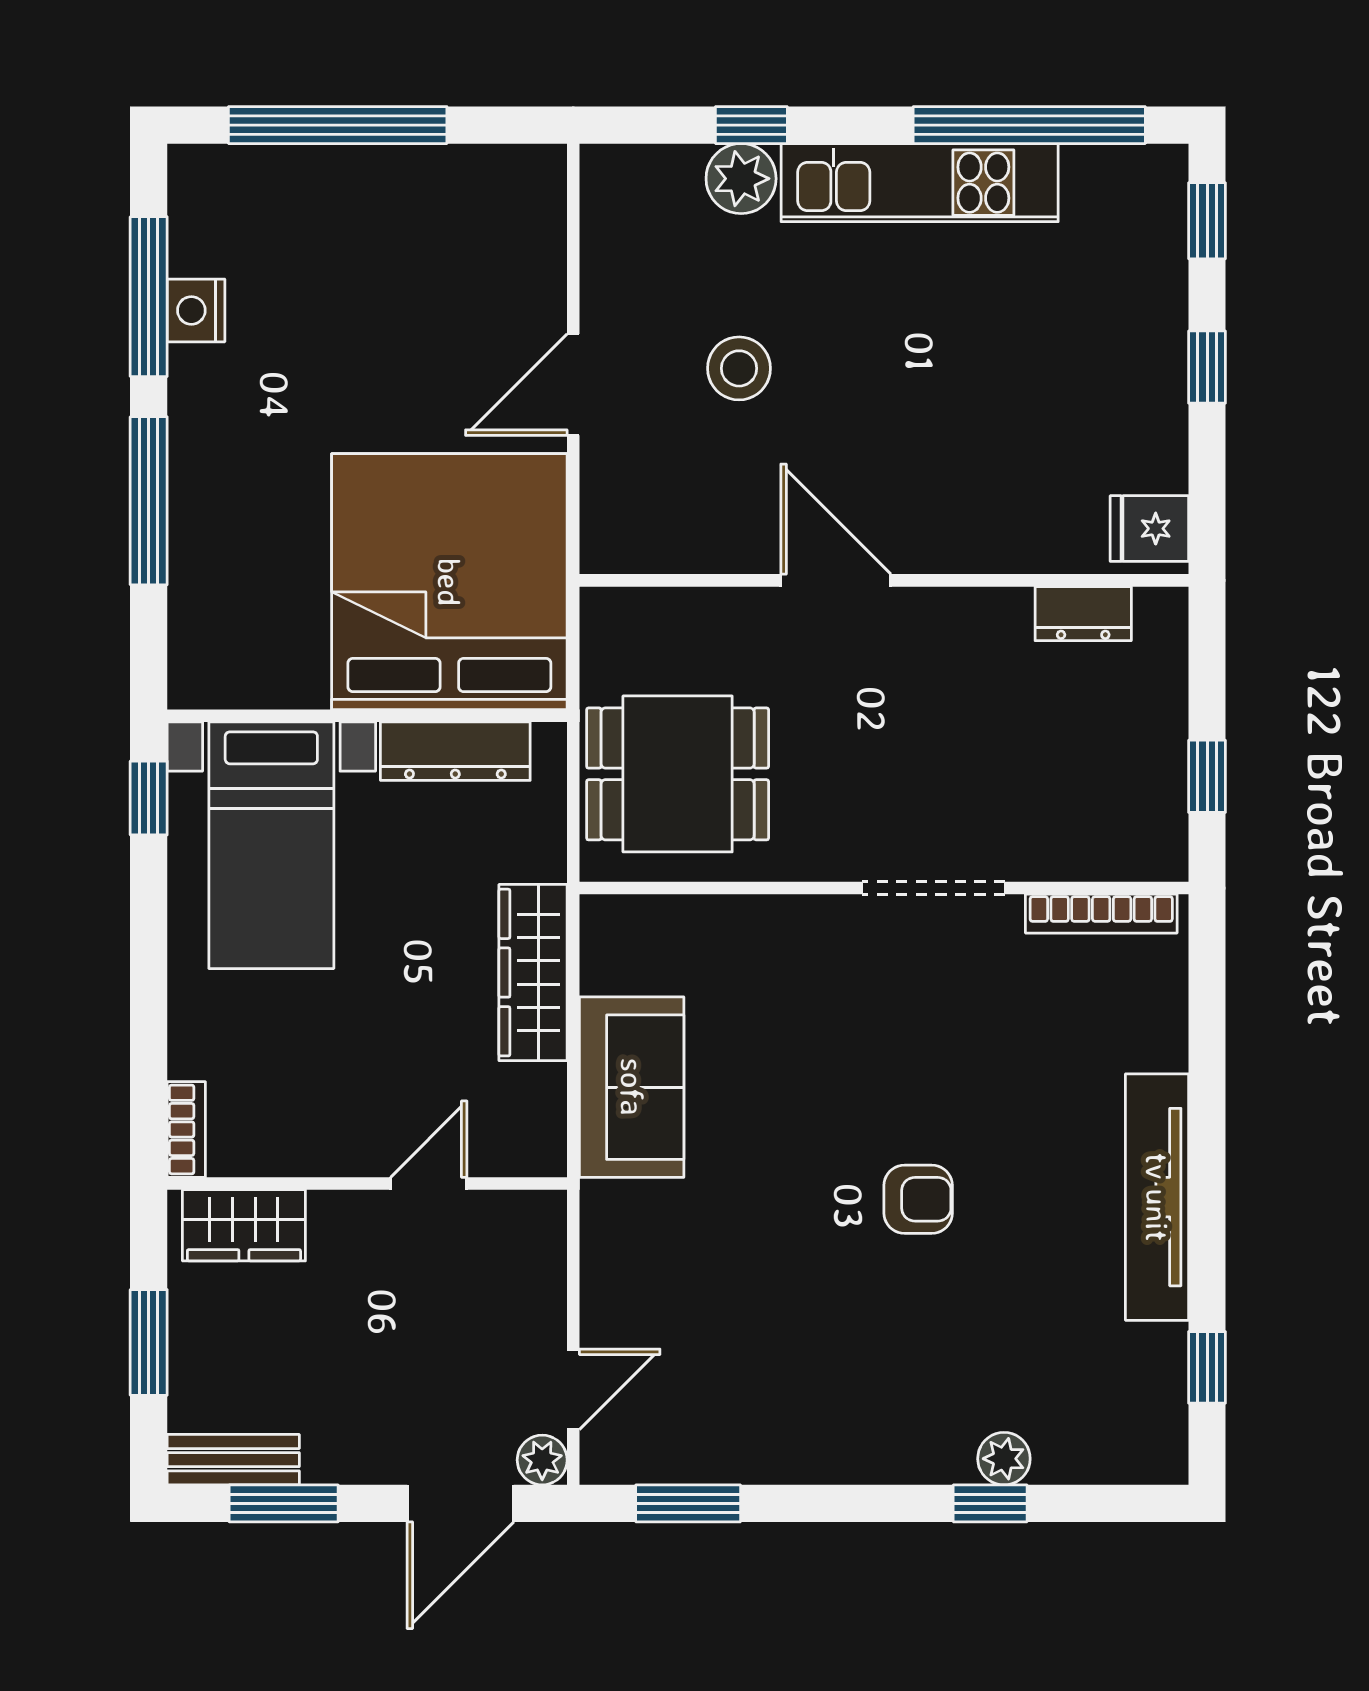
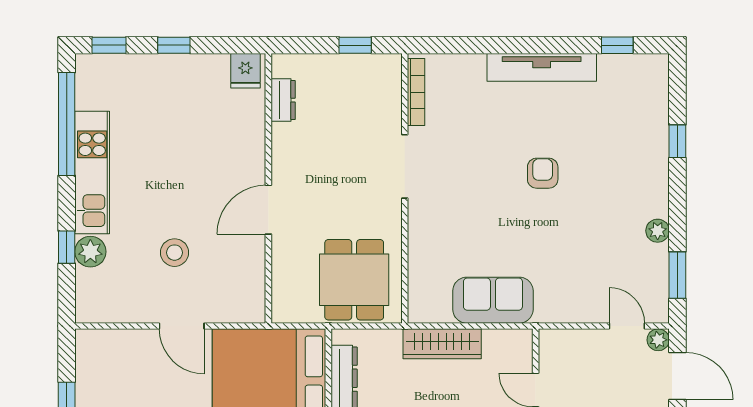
plant: (1004, 1459) -> (658, 231), moved

